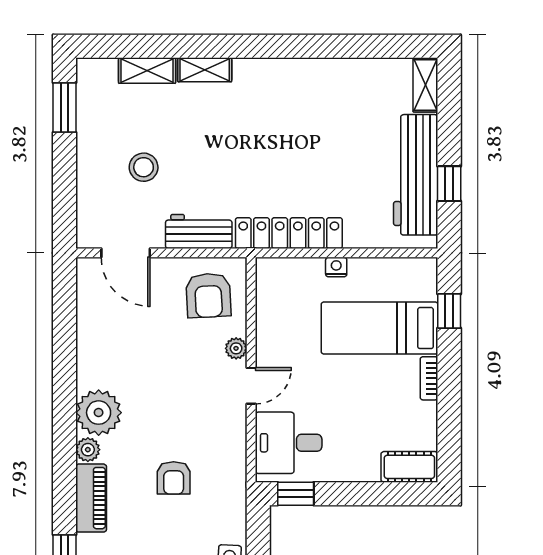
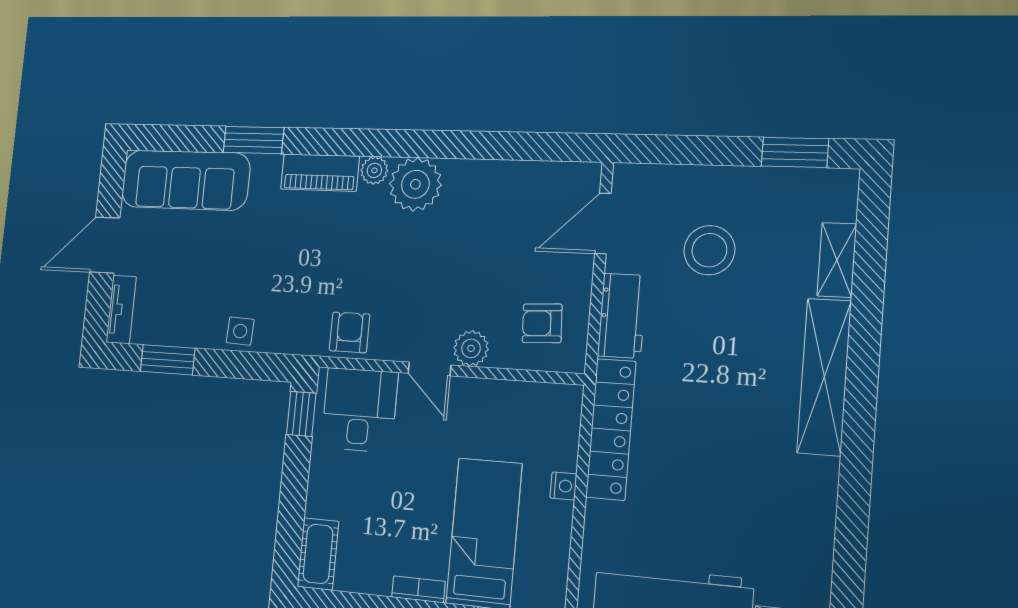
shelving: (205, 70) -> (824, 377), width x2.20, depth x1.33
stool: (144, 167) -> (709, 250), width x1.38, depth x1.38
armchair: (208, 295) -> (542, 323), width x0.72, depth x0.72
plant: (236, 348) -> (471, 348), width x1.38, depth x1.38
armchair: (174, 478) -> (350, 332), moved, turned 90

